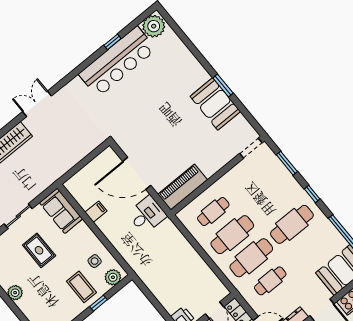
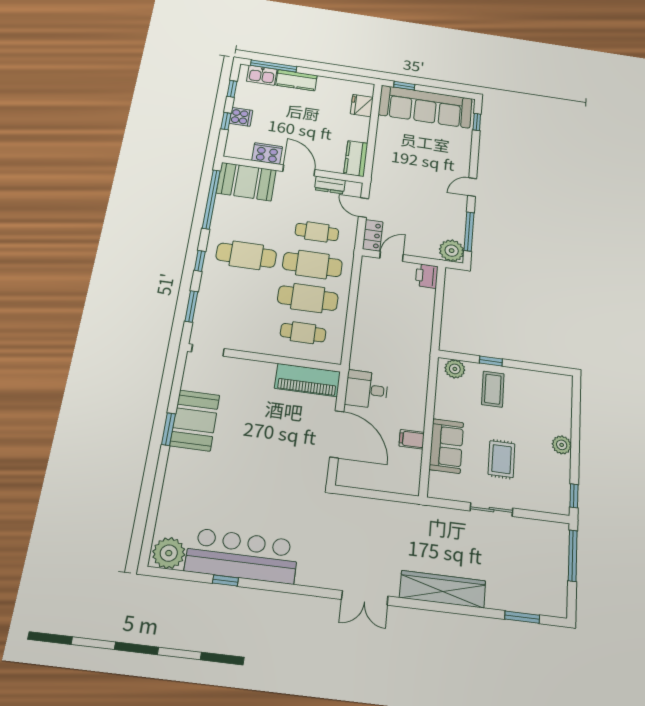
sofa: (61, 211) -> (446, 446), moved
side table: (95, 261) -> (458, 399), removed

